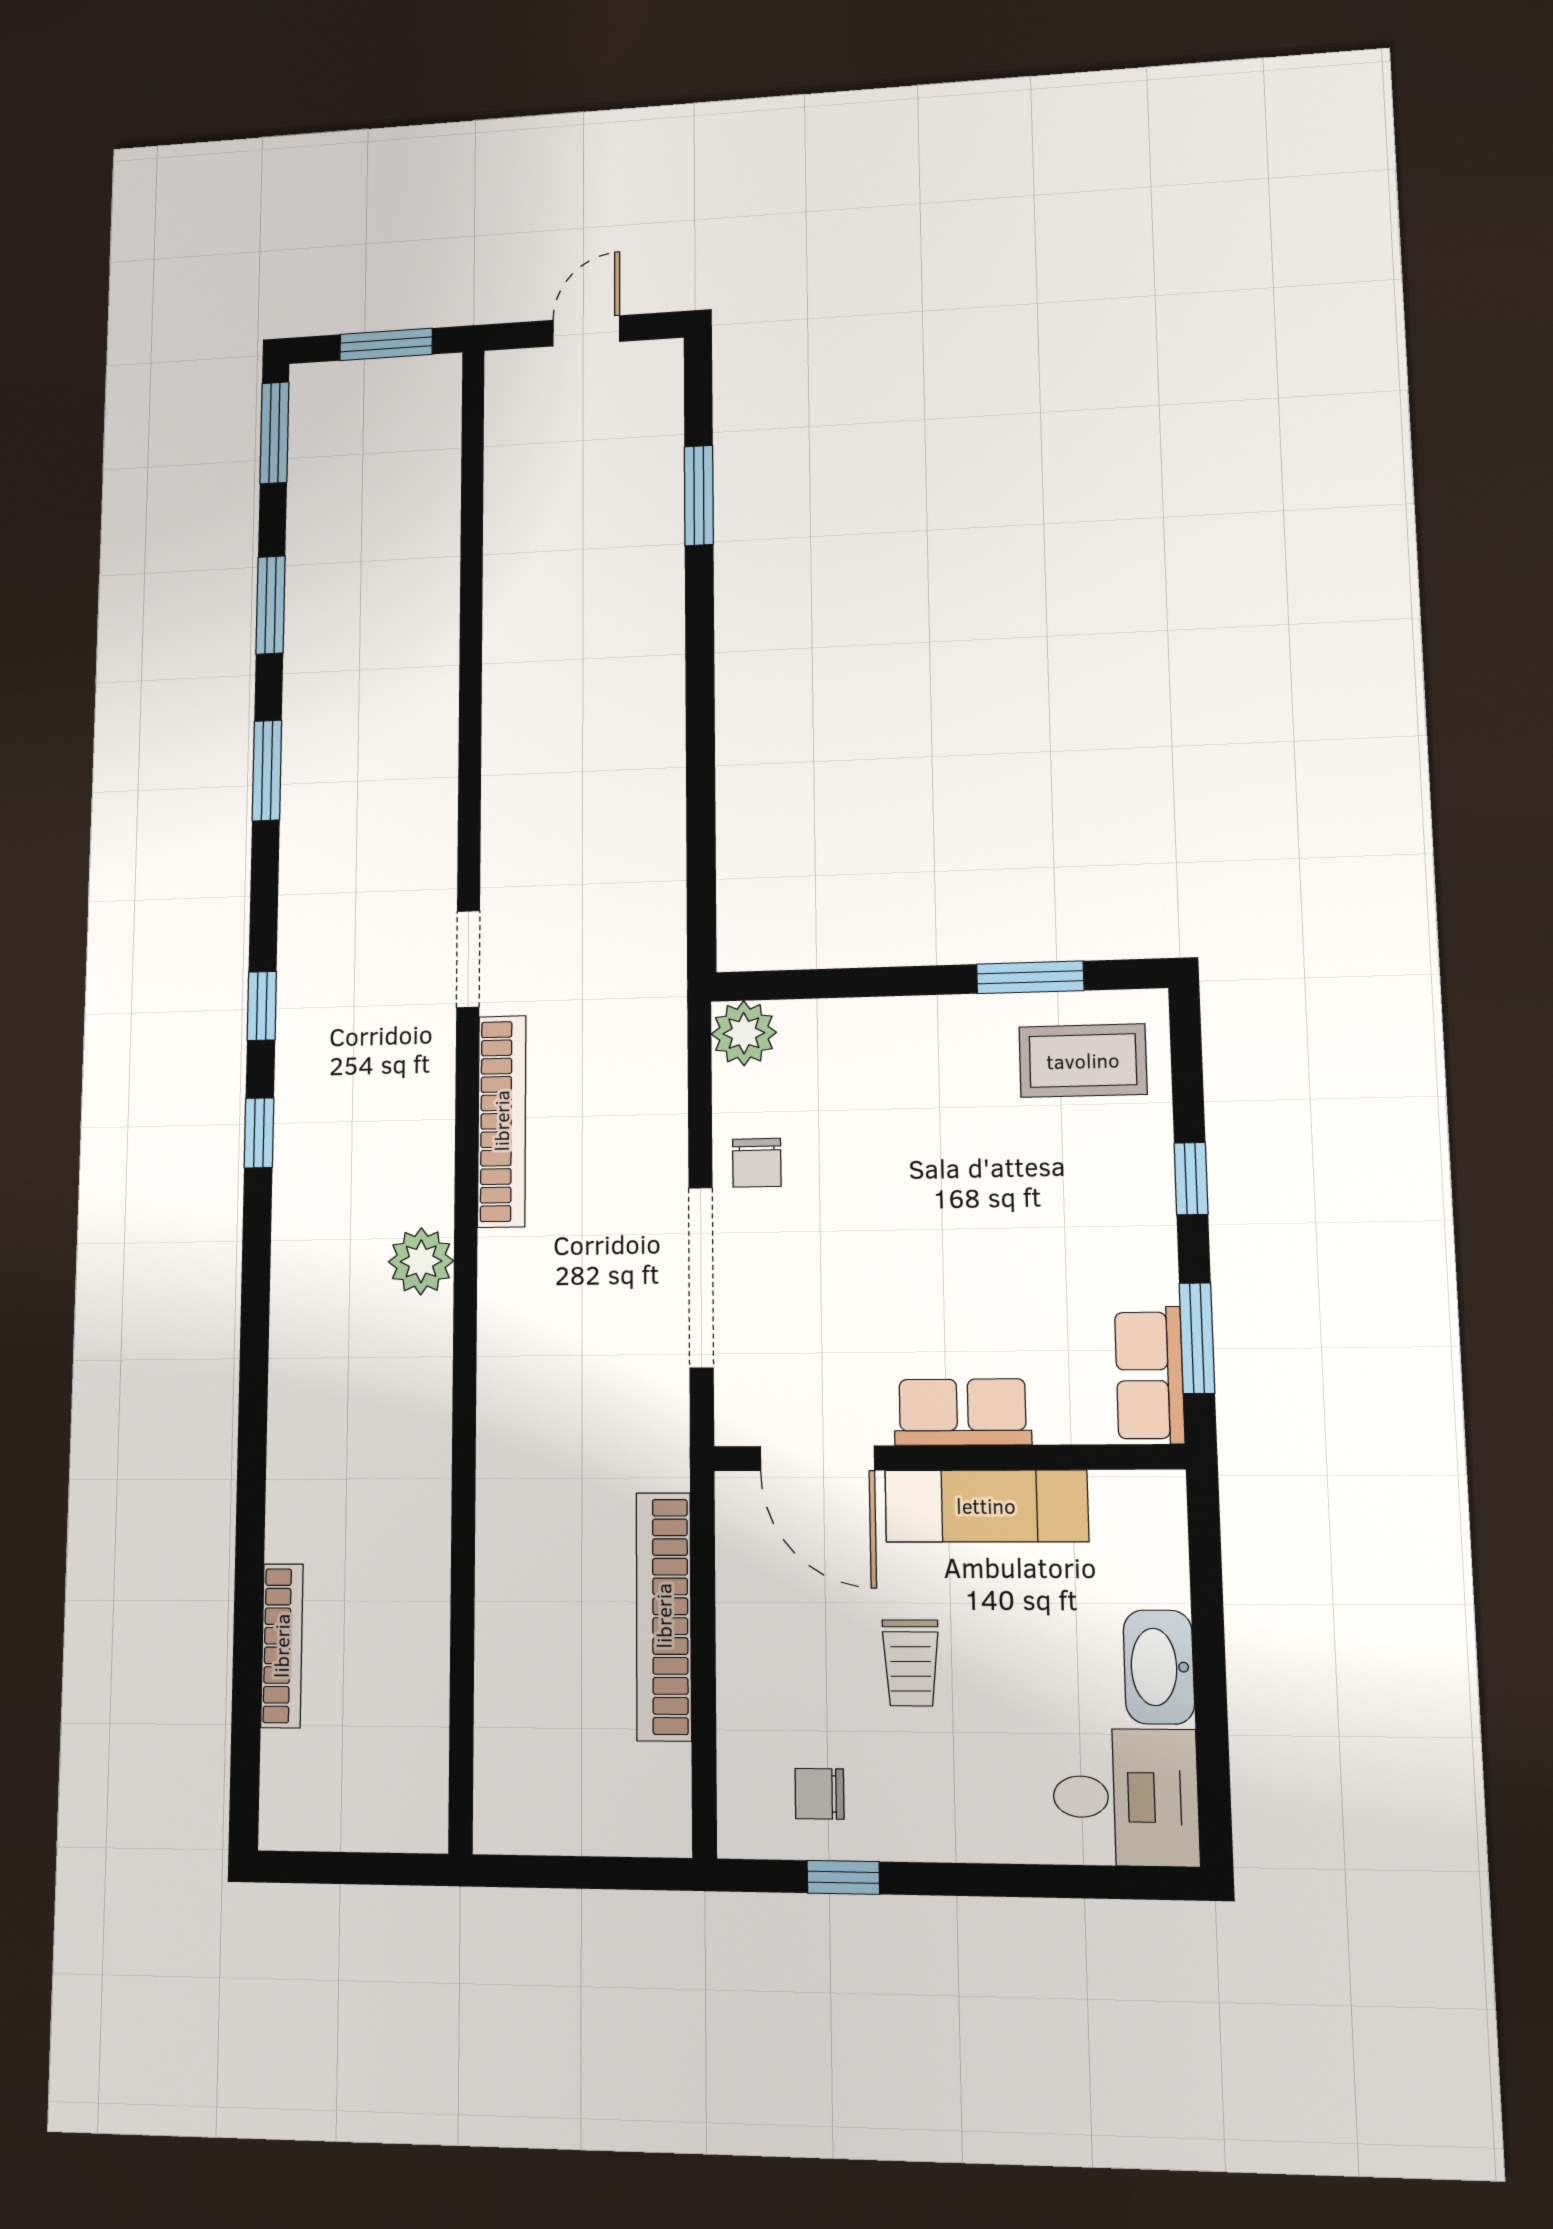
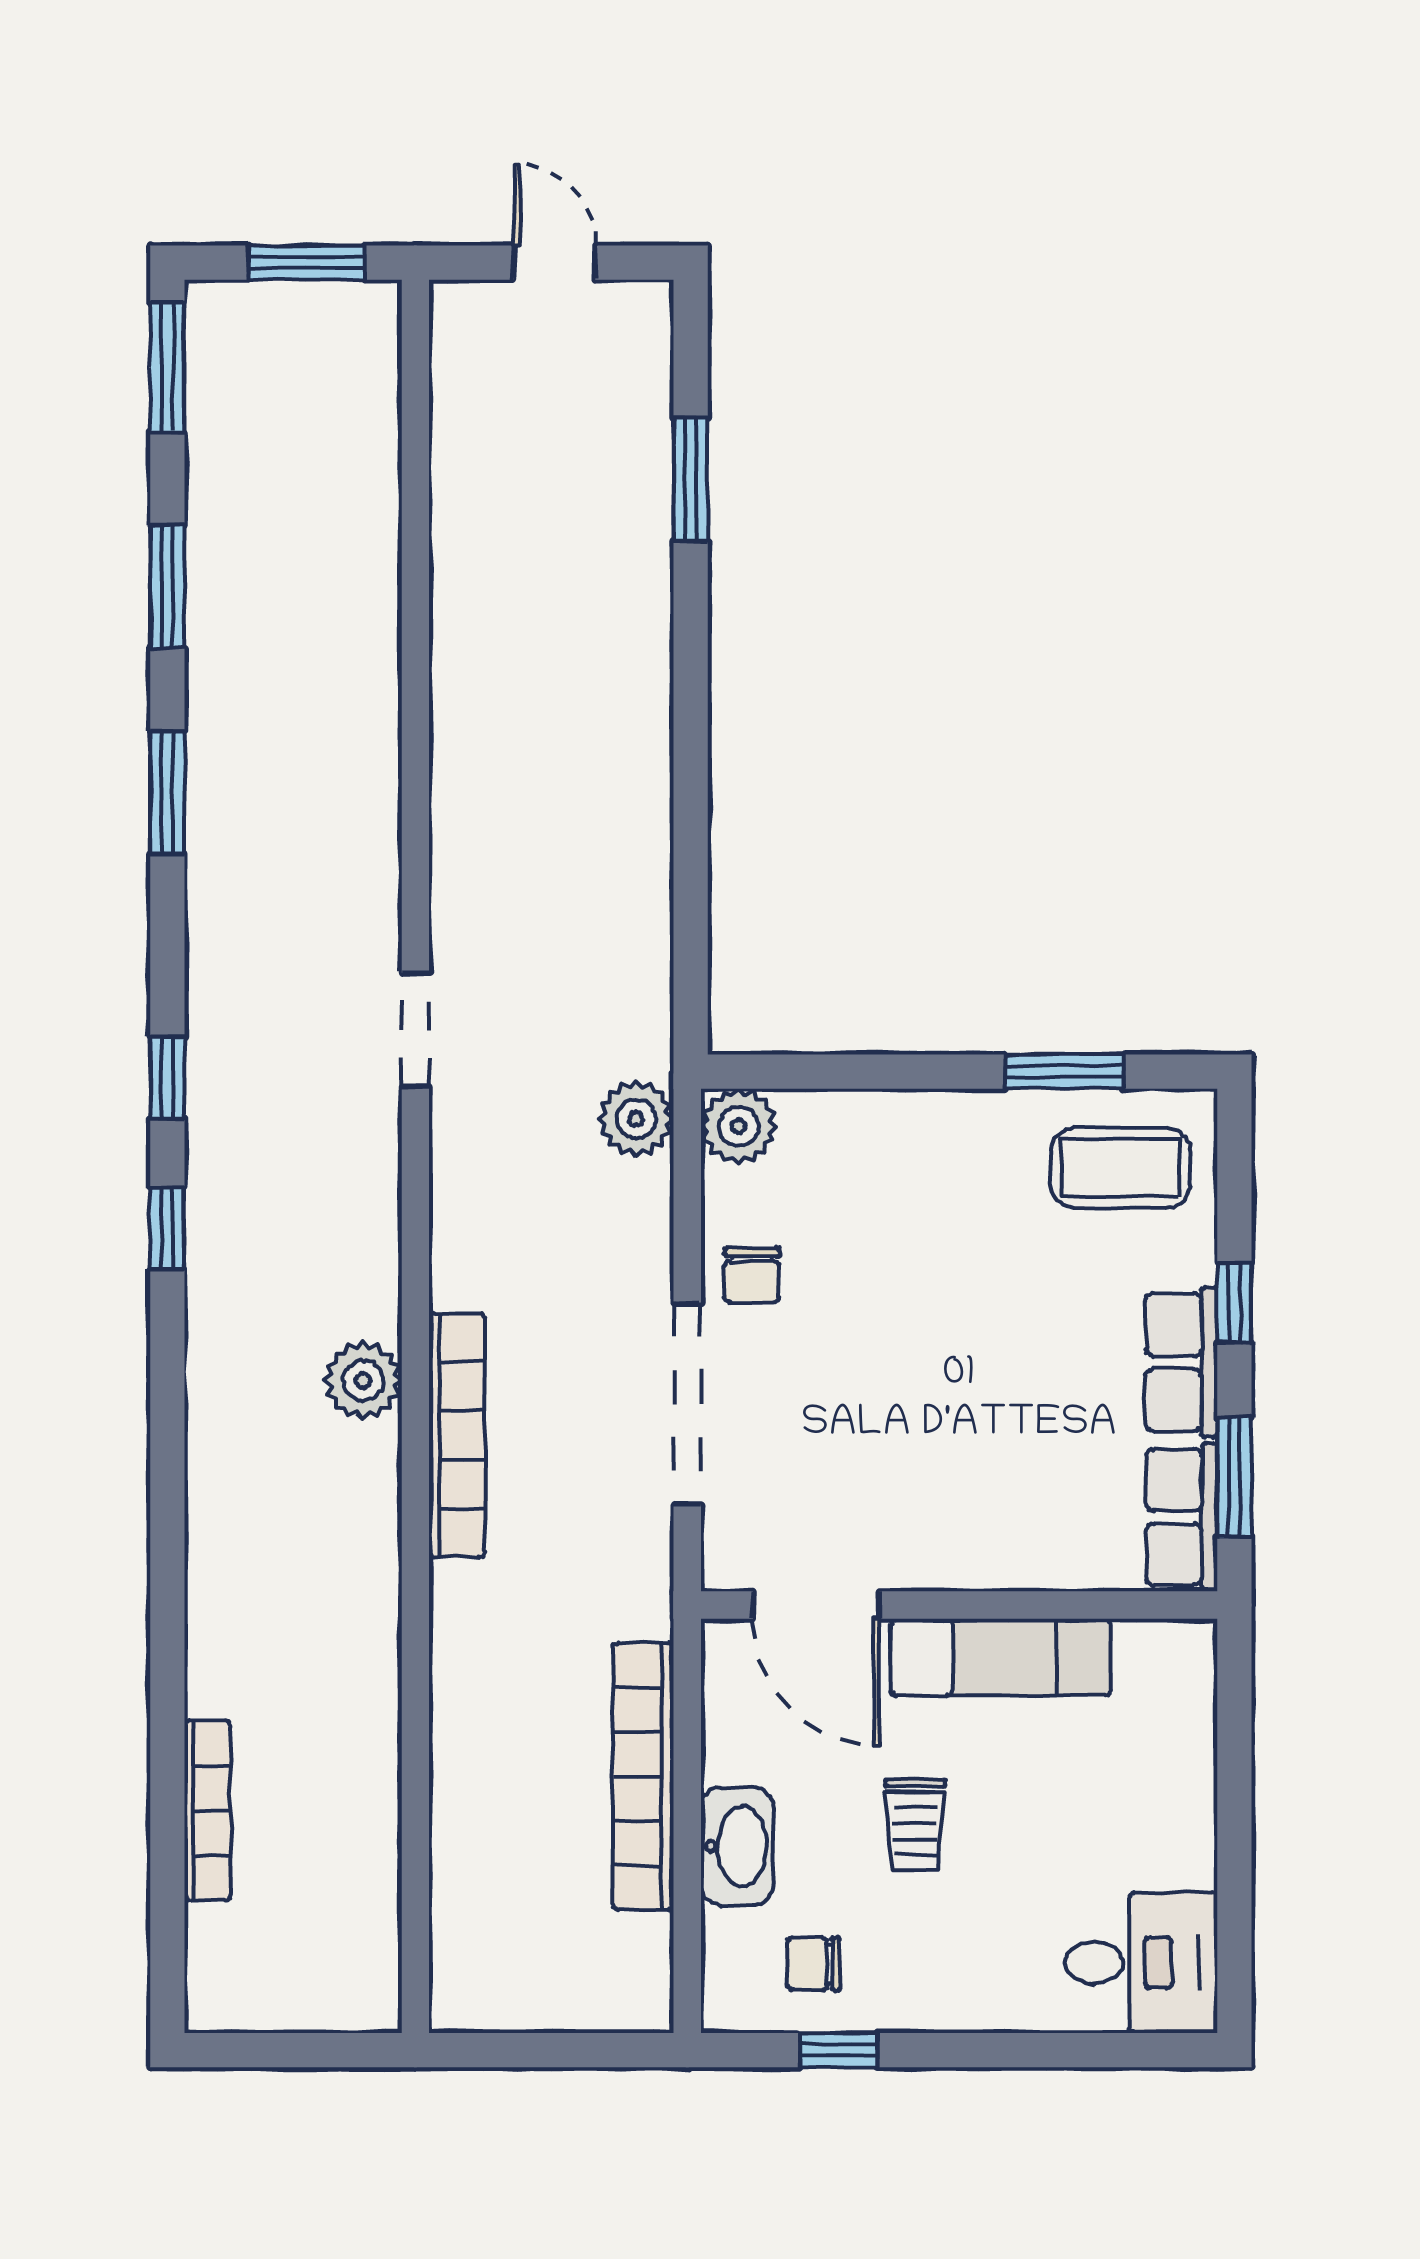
door: (586, 331) -> (555, 263), hinge flipped
plant: (655, 1029) -> (636, 1119), added
bookcase: (502, 1121) -> (457, 1435), moved
row of seats: (962, 1412) -> (1181, 1362), moved, turned -90
washbasin: (1159, 1667) -> (737, 1846), moved, turned 180

